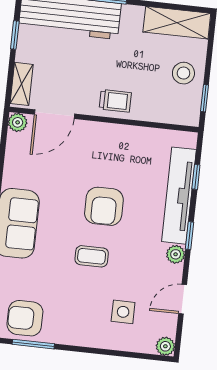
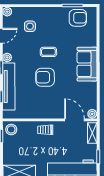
stool: (183, 73) -> (11, 129), moved
door: (54, 114) -> (74, 120), hinge flipped
armchair: (104, 206) -> (45, 77), turned -90

